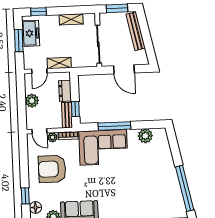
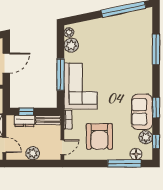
window: (75, 109) -> (26, 112), moved
plant: (52, 137) -> (69, 32), moved
window: (25, 196) -> (124, 163), width x2.17

